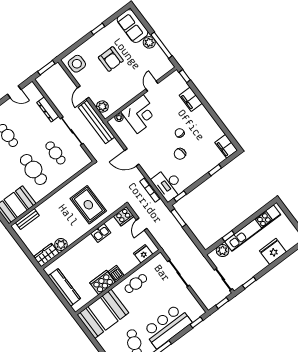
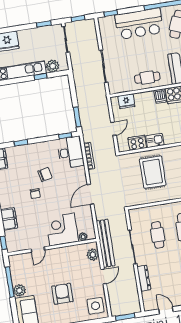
door: (132, 157) -> (90, 194), swing flipped
cooker: (124, 216) -> (137, 143), moved

